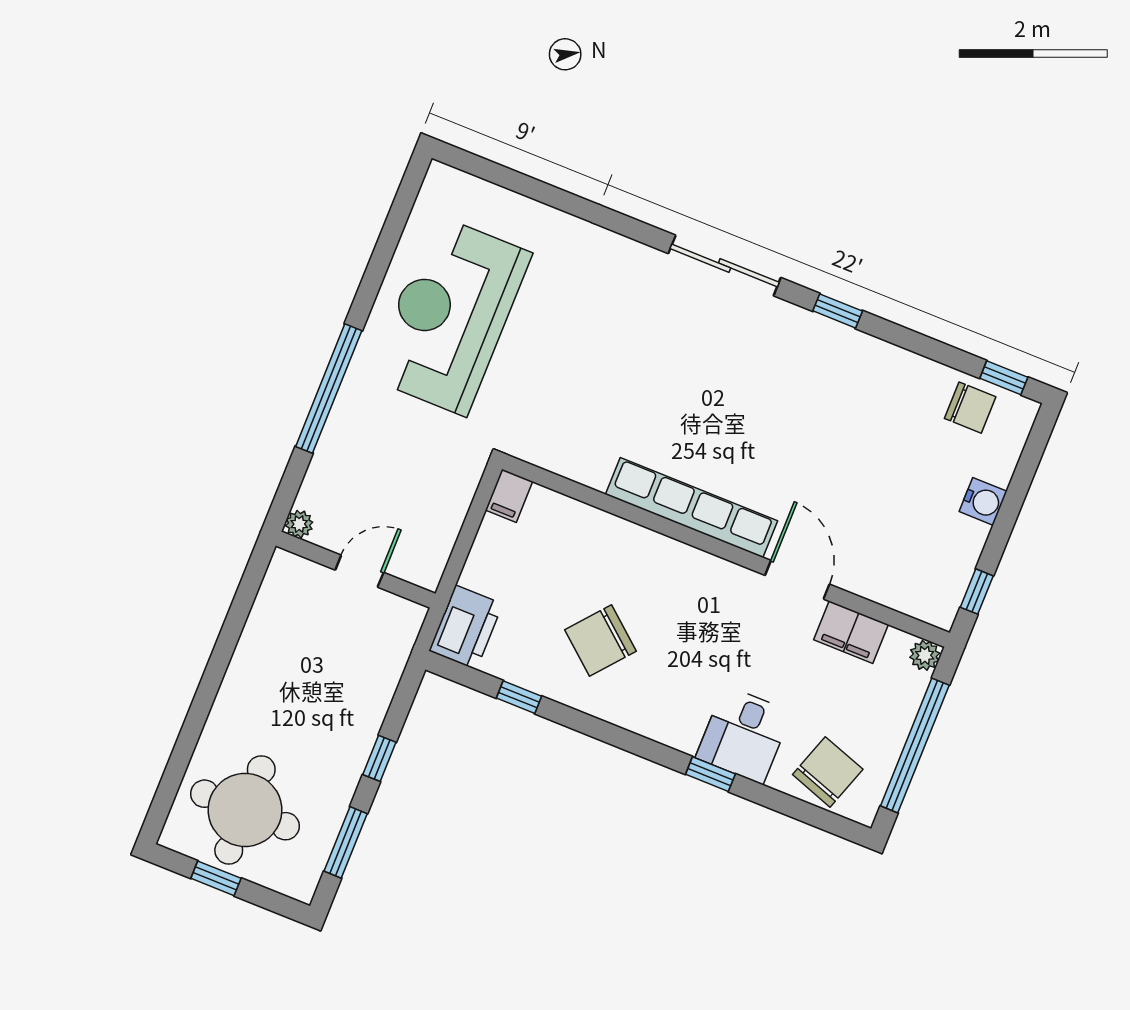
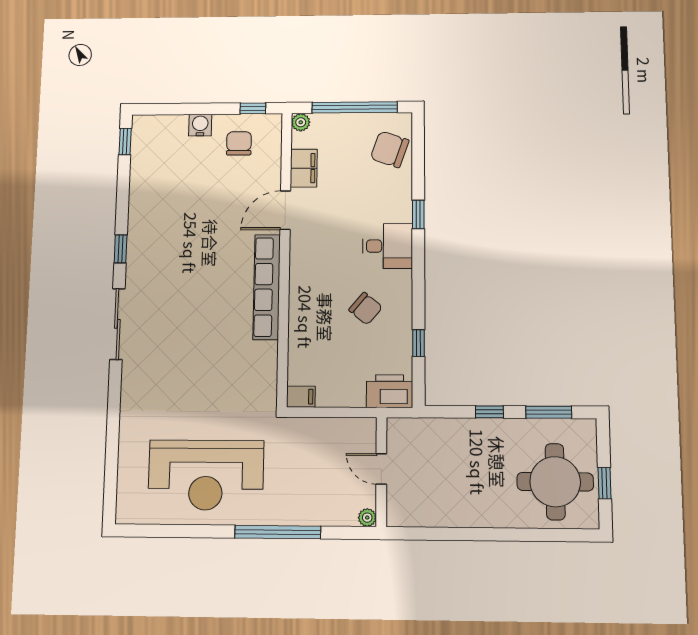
chair: (970, 408) -> (239, 143), moved
chair: (600, 640) -> (366, 309), width x0.73, depth x0.73
desk: (744, 735) -> (388, 246), moved

